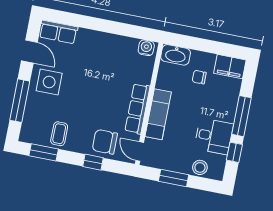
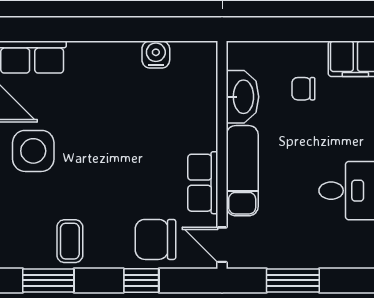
water cooler: (146, 48) -> (156, 54), moved
washbasin: (176, 55) -> (242, 97), moved, turned -90
row of seats: (137, 109) -> (203, 183), width x0.68
stool: (200, 167) -> (337, 252), removed

